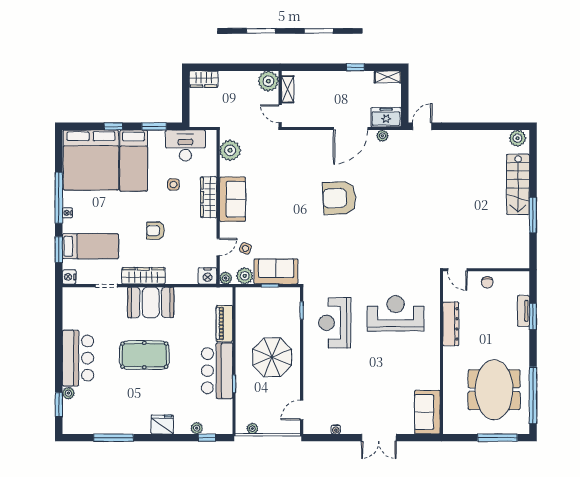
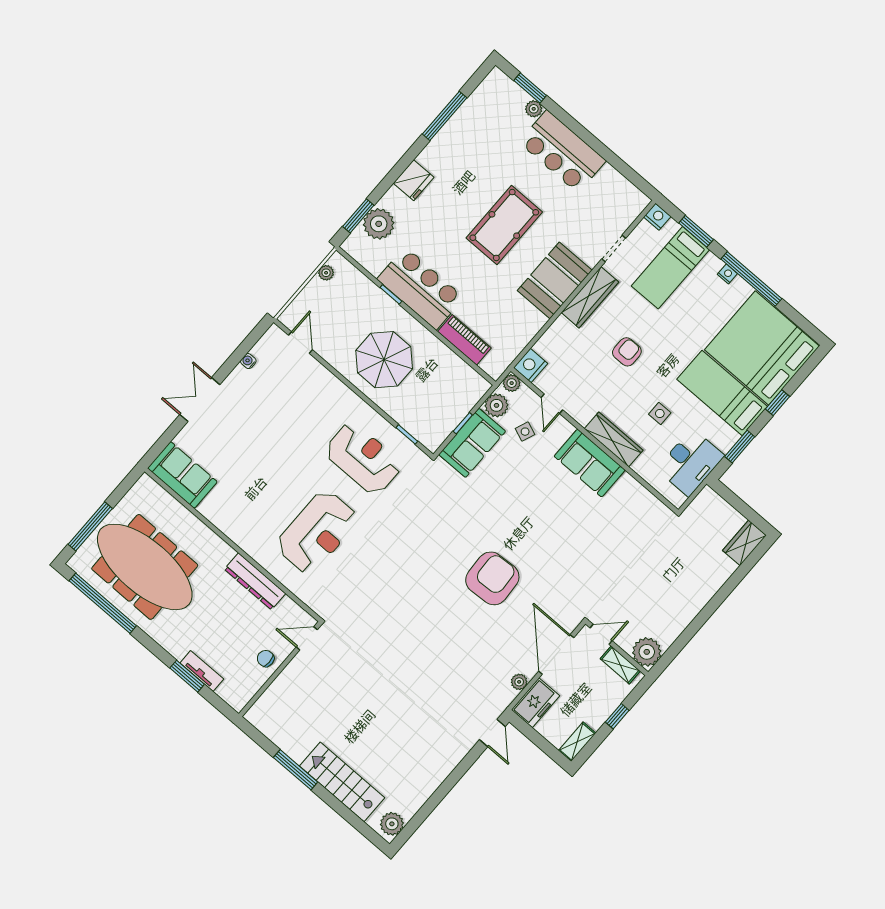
plant: (268, 81) -> (647, 652), moved
shelving: (288, 89) -> (620, 665), moved
wall: (280, 99) -> (617, 648), moved
door: (280, 114) -> (601, 634), moved
plant: (230, 150) -> (644, 506), removed
meeting table: (494, 390) -> (145, 567), width x1.36
plant: (197, 428) -> (379, 224), width x1.88, depth x1.88
window: (207, 438) -> (358, 216), width x1.50

